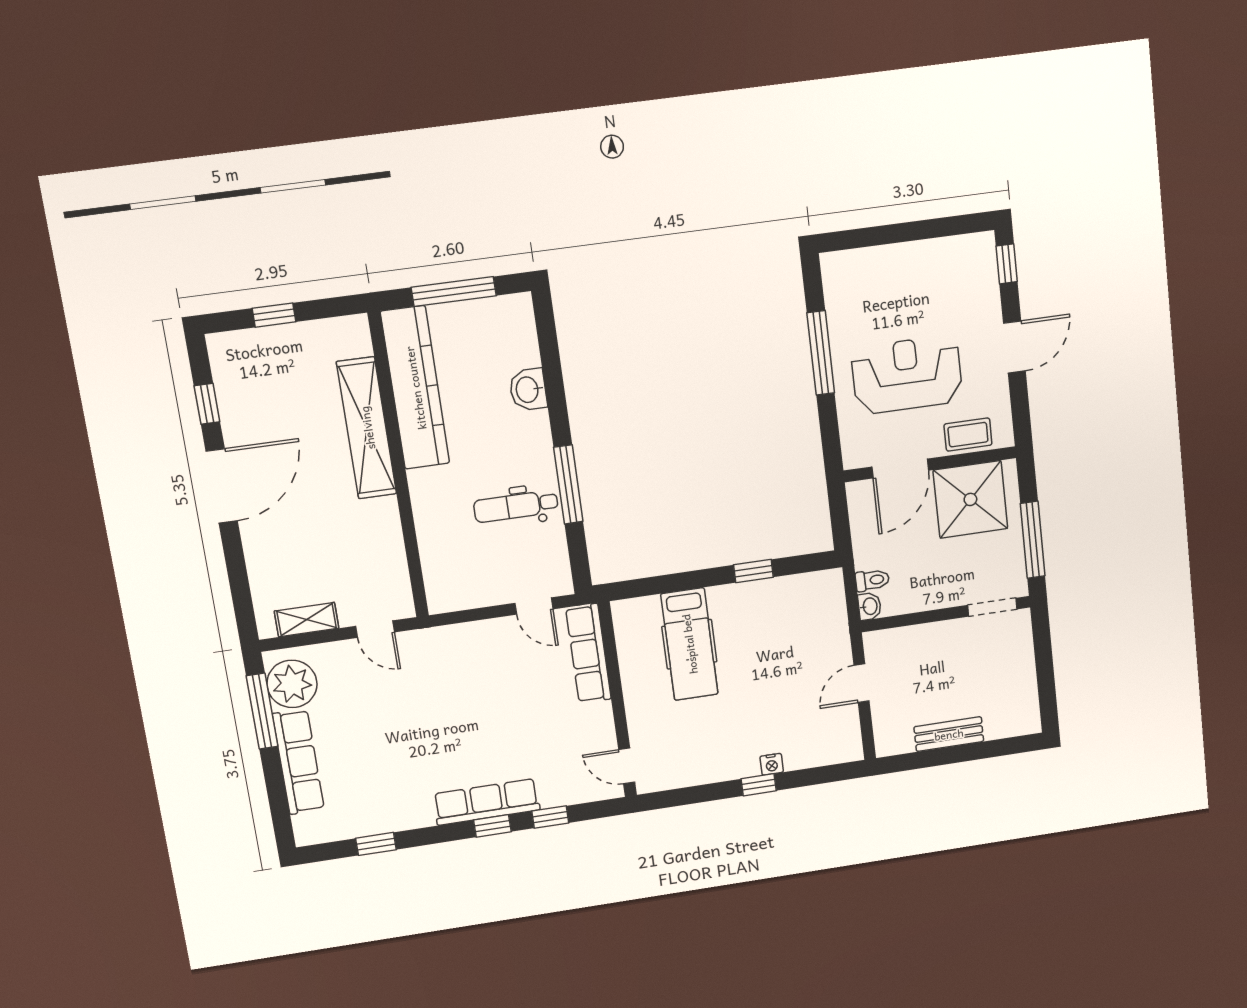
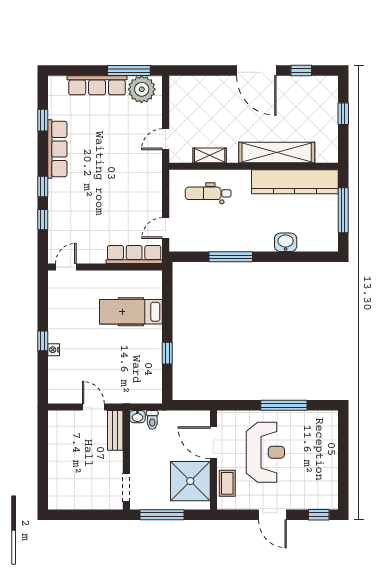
dental chair: (516, 506) -> (208, 193), moved, turned -90
shelving: (307, 620) -> (210, 155), moved, turned 90
bench: (949, 734) -> (115, 430), moved
row of seats: (487, 802) -> (57, 149), moved

